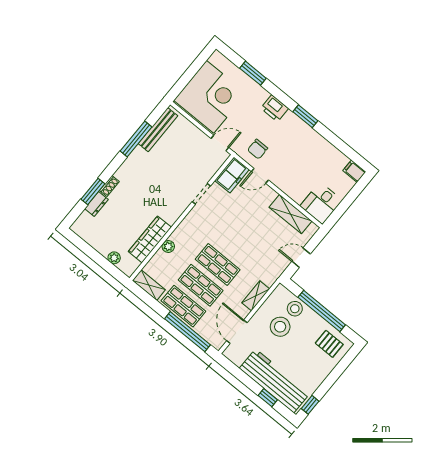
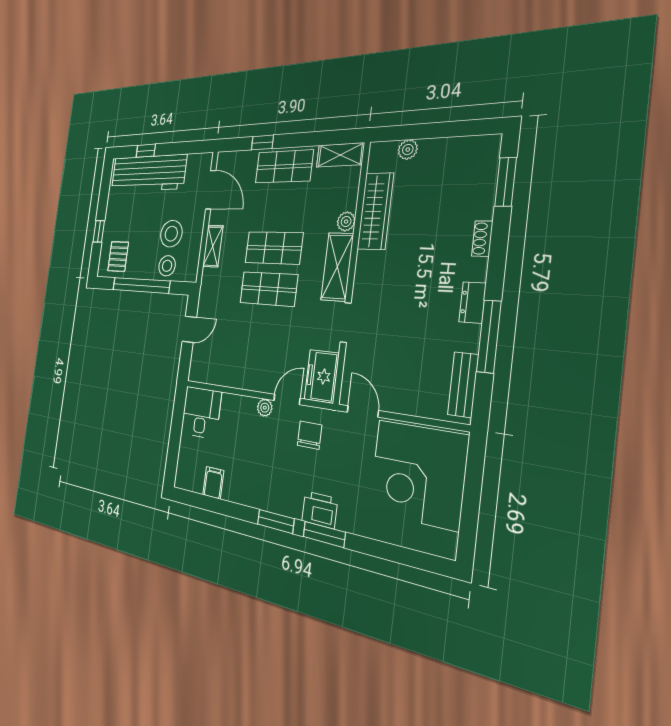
window: (253, 73) -> (324, 534), moved
bench: (158, 130) -> (463, 385), width x0.73
door: (220, 143) -> (363, 411), swing flipped
filing cabinet: (354, 171) -> (213, 483), moved, turned -90
plant: (276, 180) -> (265, 408), added
window: (93, 191) -> (506, 182), moved
dresser: (96, 204) -> (473, 303), moved
shelving: (291, 214) -> (337, 267), moved, turned 90
shop shelf: (201, 285) -> (269, 289), moved
window: (187, 332) -> (262, 143), width x0.32
pallet: (329, 344) -> (118, 256), turned 90
window: (310, 405) -> (99, 231), moved

